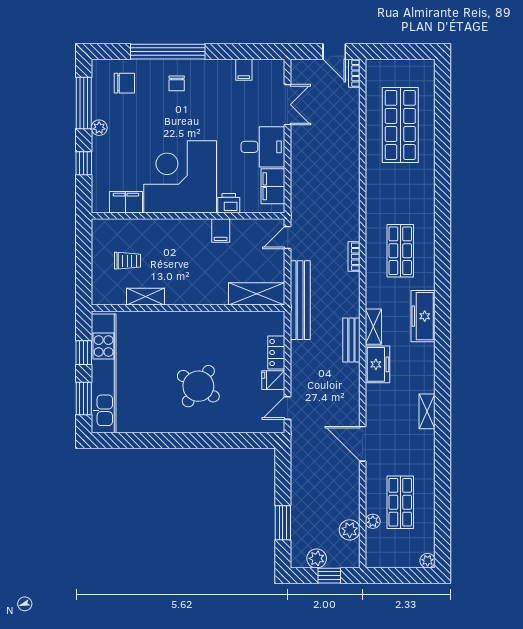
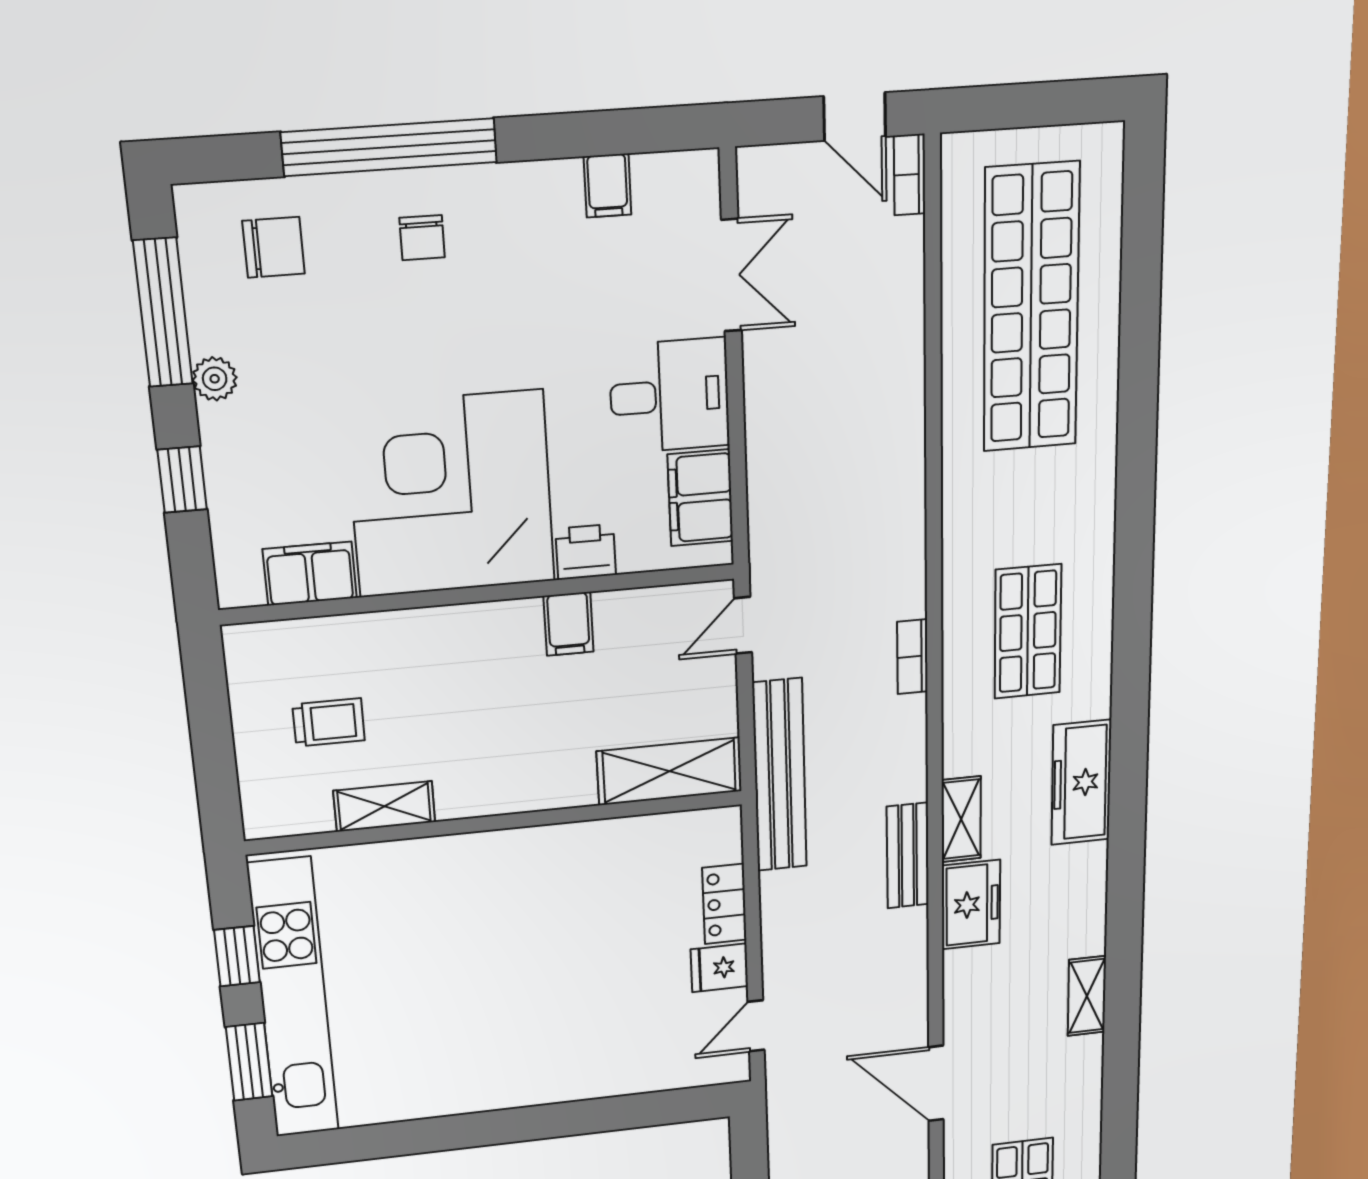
shop shelf: (400, 125) -> (1031, 308), width x1.40
round table: (198, 386) -> (535, 1002), removed

